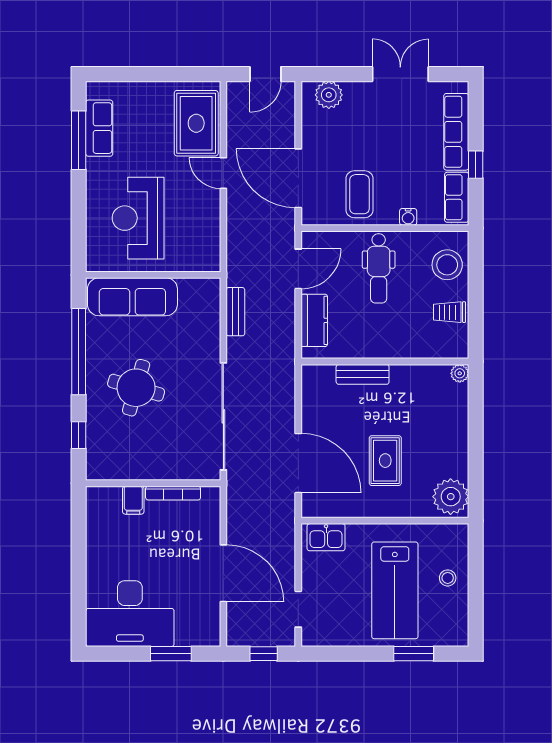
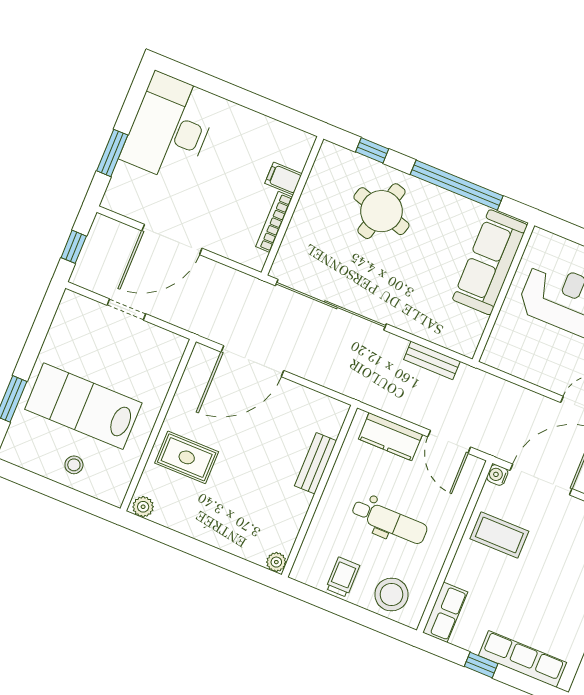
row of seats: (457, 197) -> (445, 612), moved, turned 90
water cooler: (408, 217) -> (497, 475), moved
dental chair: (379, 268) -> (389, 521), moved, turned 180
round table: (136, 388) -> (381, 211), moved
rug: (385, 461) -> (187, 457), moved
plant: (451, 497) -> (143, 507), width x0.53, depth x0.53
kitchen sink: (326, 537) -> (166, 359), removed
doorway: (298, 609) -> (126, 310), moved

